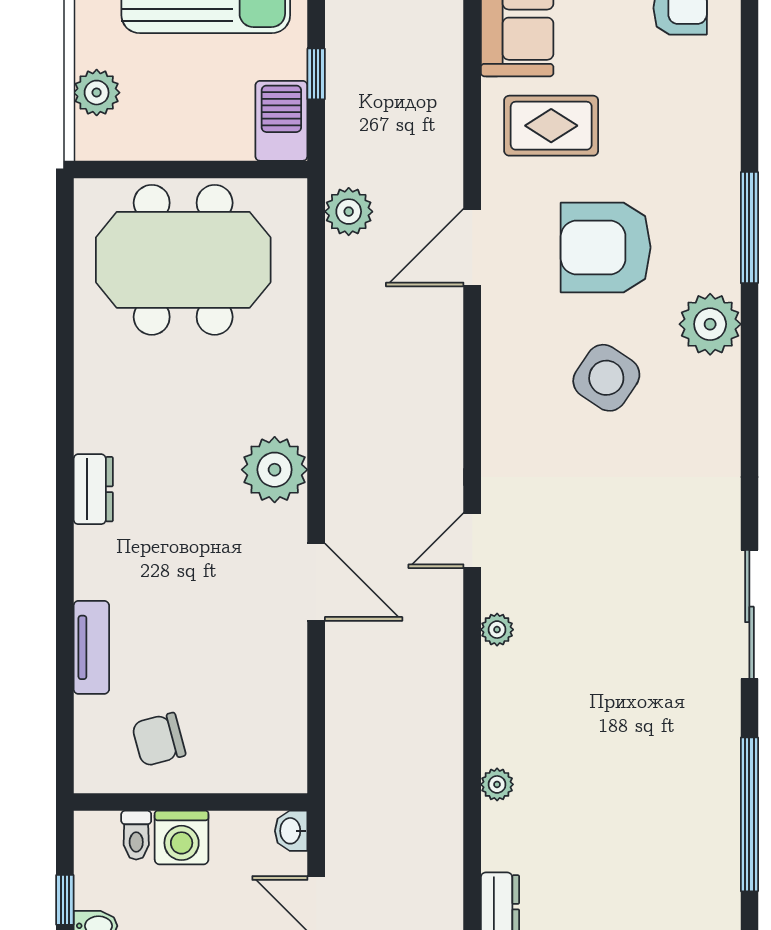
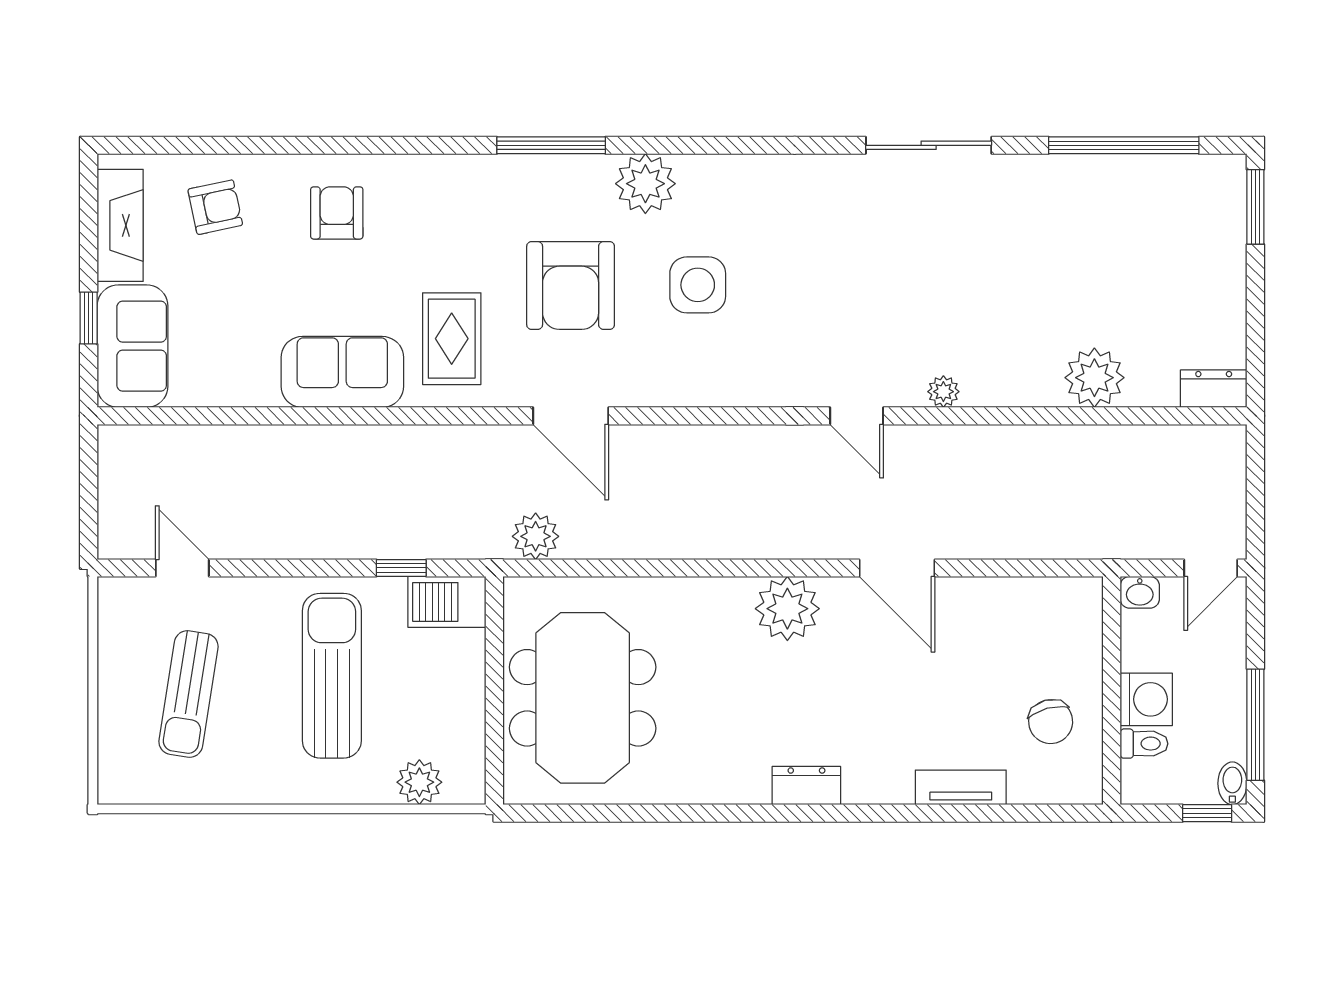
side table: (606, 378) -> (698, 285), turned -34
door: (316, 582) -> (897, 568), swing flipped
plant: (497, 784) -> (1094, 378), width x1.88, depth x1.88

